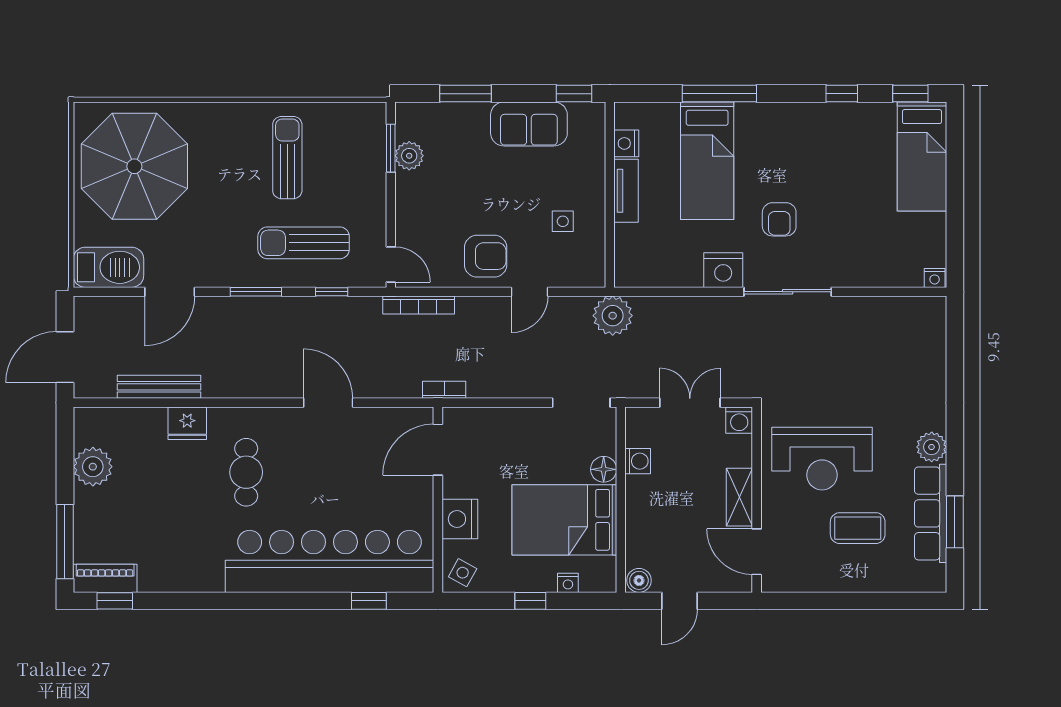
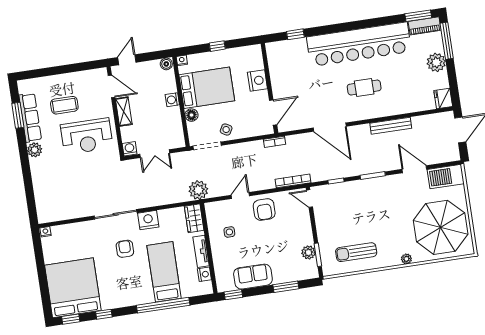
window: (719, 94) -> (163, 305), width x1.46
plant: (213, 113) -> (406, 259), added
bed: (922, 156) -> (73, 288), width x2.04
sun lounger: (287, 158) -> (356, 252), moved, turned 90
sun lounger: (304, 243) -> (353, 203), removed
armchair: (486, 256) -> (264, 210), turned -90
wardrobe: (630, 260) -> (194, 218), added
door: (170, 292) -> (414, 169), hinge flipped
bench: (159, 387) -> (391, 126), moved
door: (328, 403) -> (330, 127), width x1.36
fridge: (187, 423) -> (443, 98), moved, turned -90
reception desk: (822, 459) -> (87, 136), turned 180
washing machine: (638, 461) -> (172, 100), moved
plant: (93, 467) -> (436, 62), moved
cafe table: (246, 472) -> (364, 88), turned 90
bar counter: (329, 561) -> (359, 44), moved
side table: (463, 573) -> (226, 130), moved
nightstand: (568, 583) -> (182, 60), moved
window: (115, 601) -> (418, 16), width x1.50
door: (680, 601) -> (127, 60), moved

